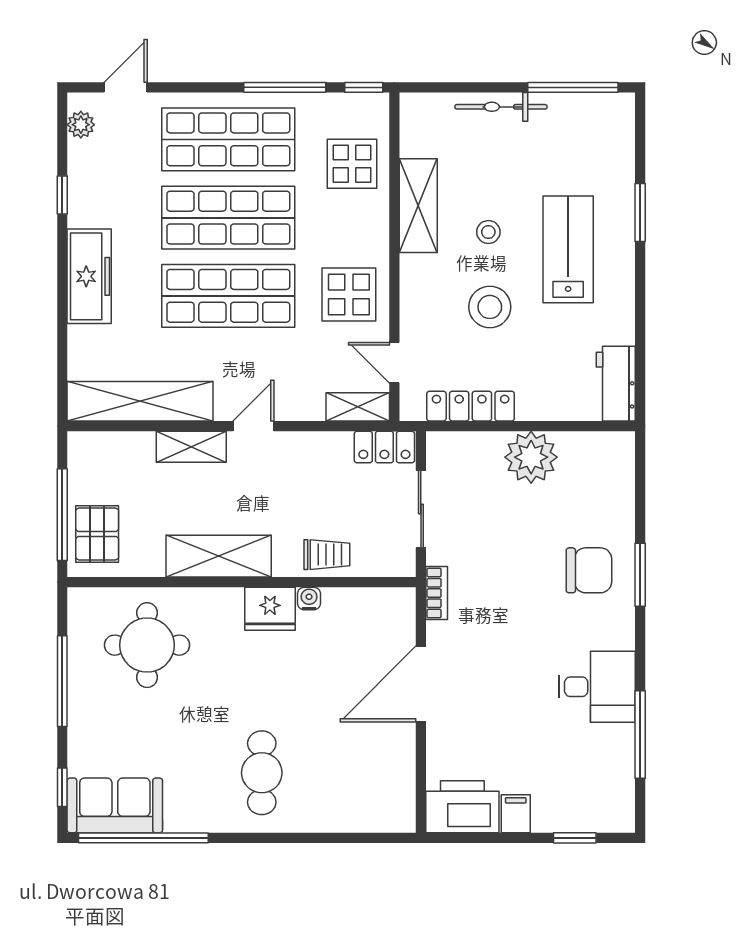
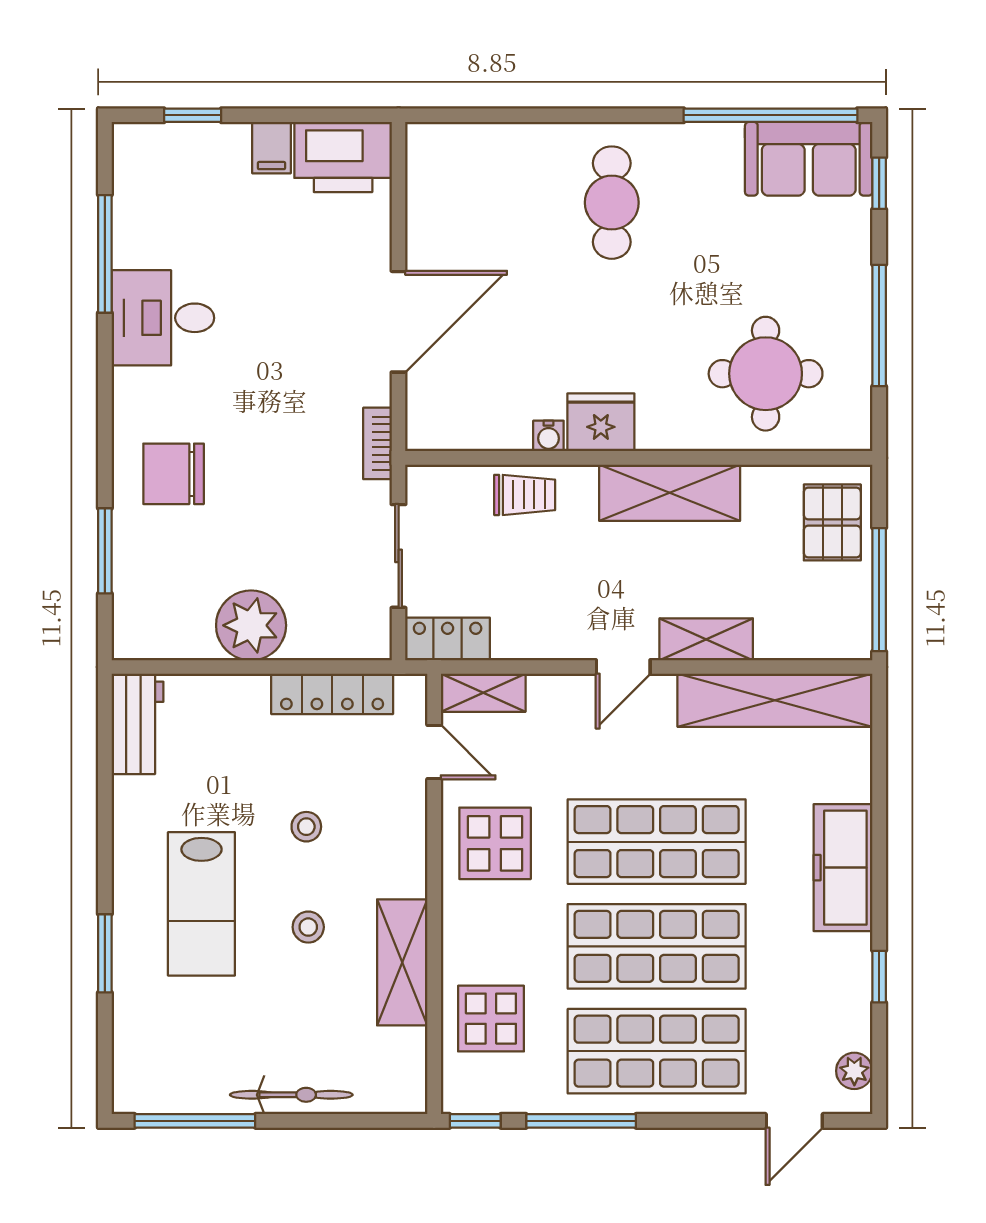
stool: (490, 307) -> (306, 827), width x0.53, depth x0.53
window: (62, 515) -> (879, 590), moved
trolley: (327, 555) -> (525, 495), turned 180
window: (640, 575) -> (105, 551), moved

